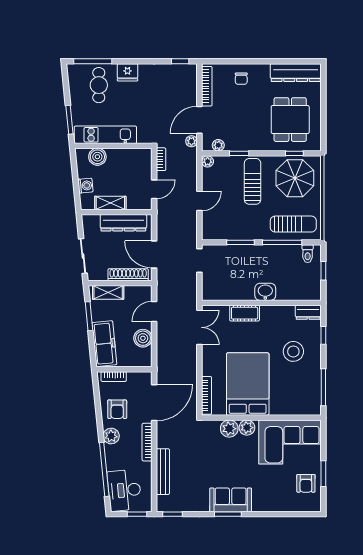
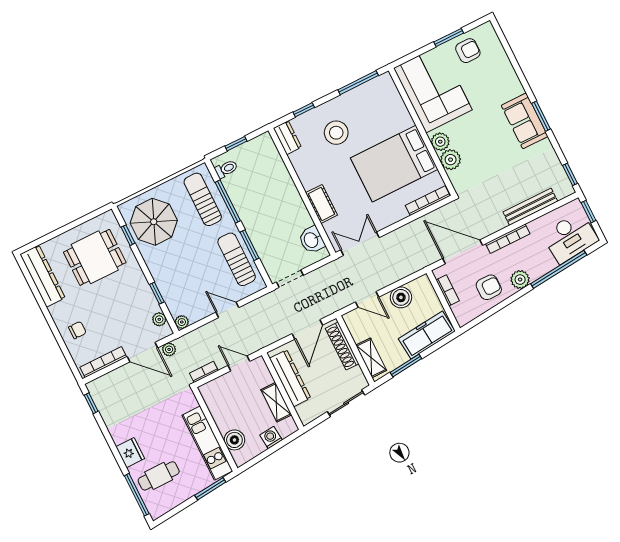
sun lounger: (253, 181) -> (237, 259), moved, turned 90
washbasin: (265, 292) -> (312, 240), moved
bookcase: (114, 377) -> (448, 290), moved

